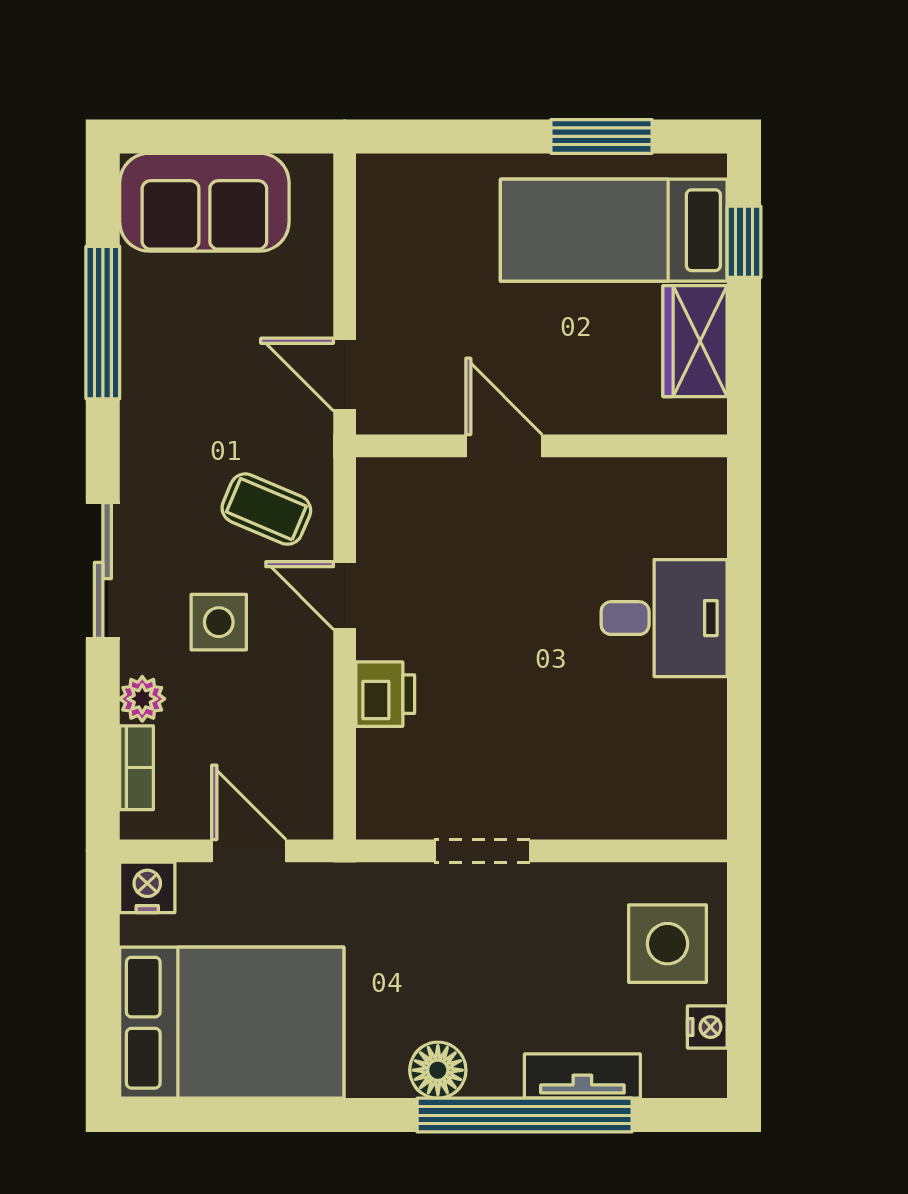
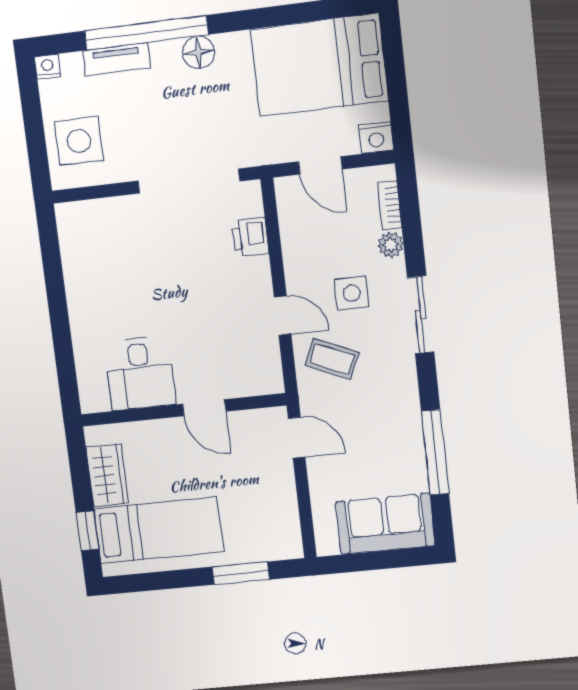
window: (601, 136) -> (241, 573), moved
desk: (664, 618) -> (140, 373), moved, turned -90
printer: (385, 694) -> (250, 237), moved
doorway: (482, 851) -> (189, 181), width x1.88
nightstand: (707, 1027) -> (47, 67), moved, turned 90

